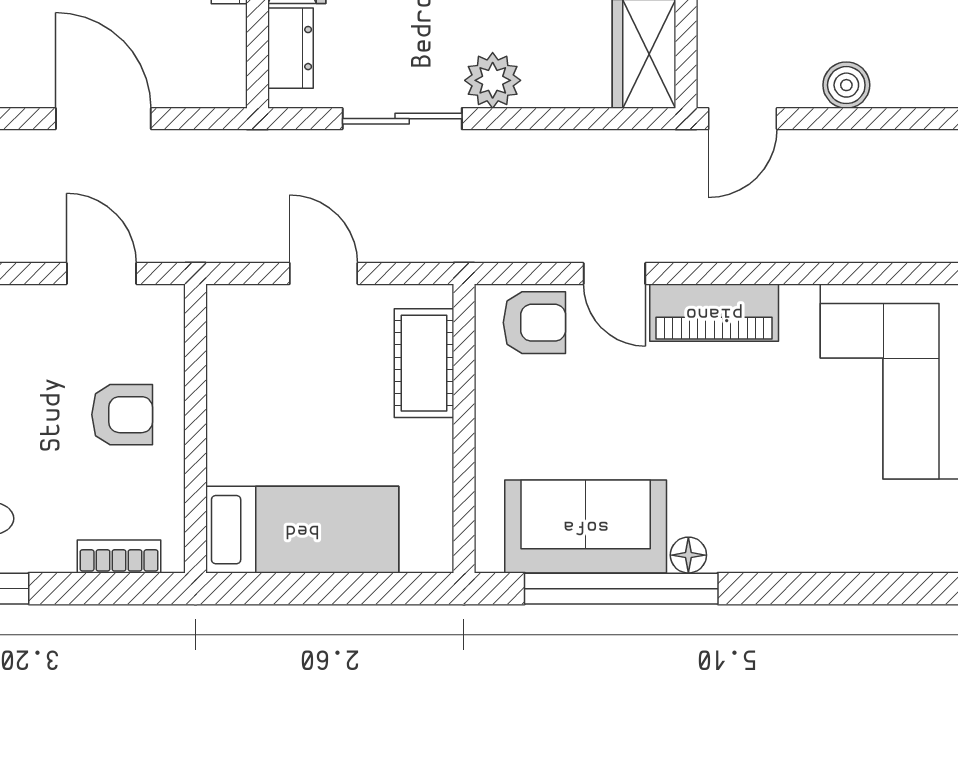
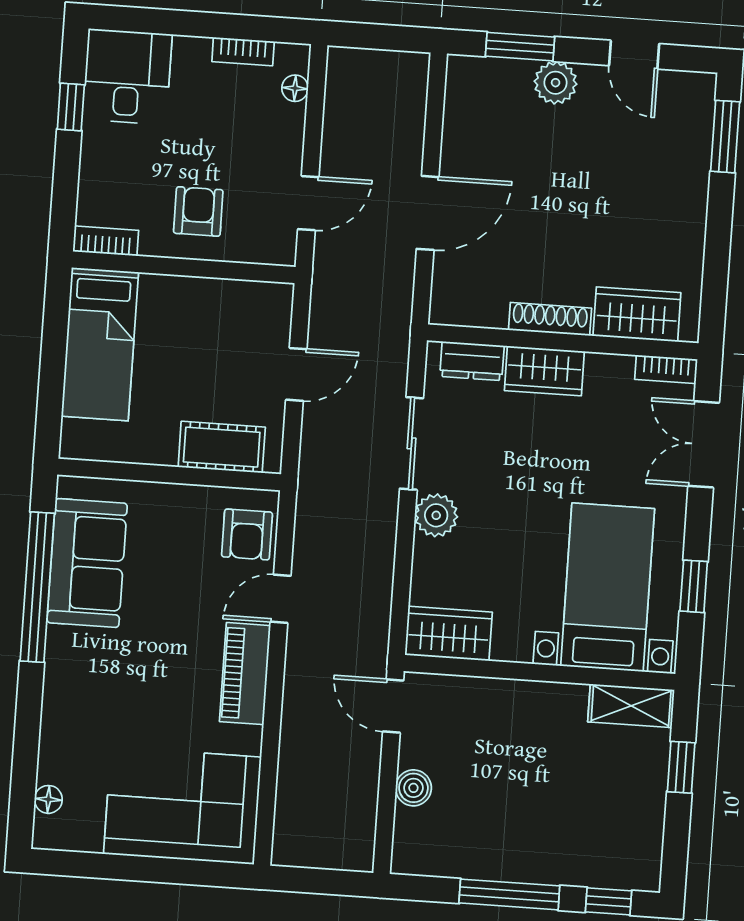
armchair: (122, 415) -> (198, 211), turned 180
floor lamp: (688, 555) -> (48, 799), moved
bookcase: (119, 556) -> (106, 241), moved, turned -90

